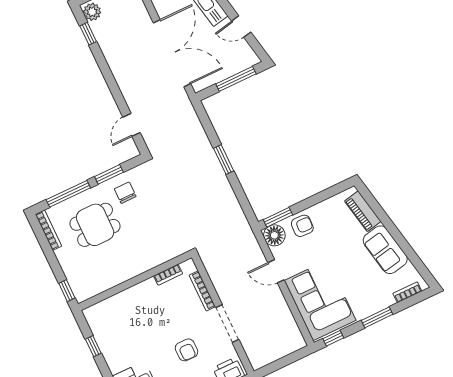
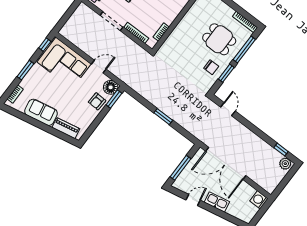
dining table: (95, 225) -> (219, 39), turned 90

